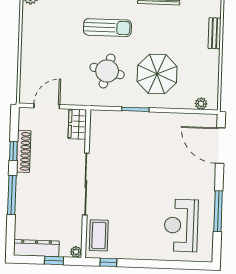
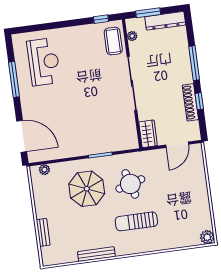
round table: (107, 71) -> (130, 184), turned -30
plant: (76, 252) -> (132, 36), moved
window: (54, 261) -> (148, 13), width x1.50

